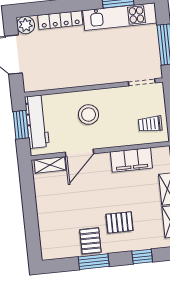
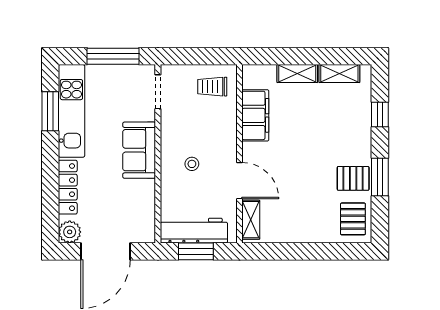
sofa: (95, 72) -> (139, 150), added
stool: (89, 115) -> (192, 164), width x0.53, depth x0.53
trolley: (150, 124) -> (212, 87), turned 90
pallet: (119, 222) -> (353, 219), moved

